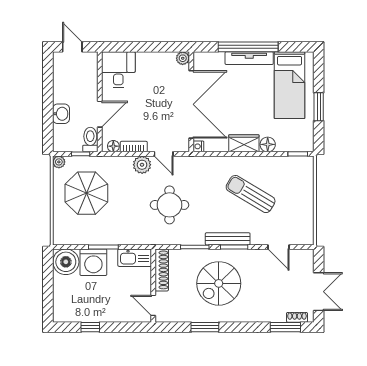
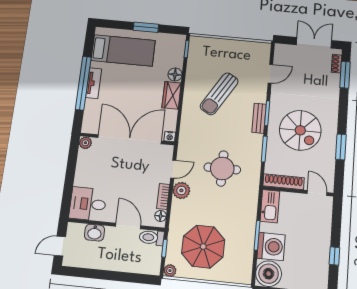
tv unit: (249, 58) -> (94, 83), width x0.71
washbasin: (61, 114) -> (95, 233), moved, turned 180
bench: (228, 239) -> (259, 118), width x0.73
door: (153, 305) -> (317, 193), swing flipped

